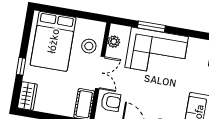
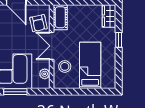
bed: (53, 41) -> (90, 65), width x0.67
armchair: (111, 102) -> (38, 23), turned -102

